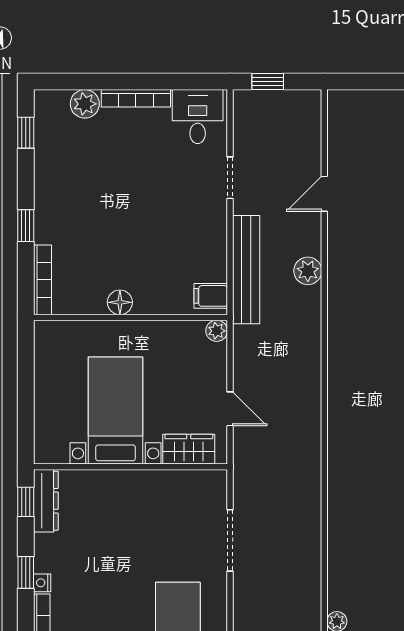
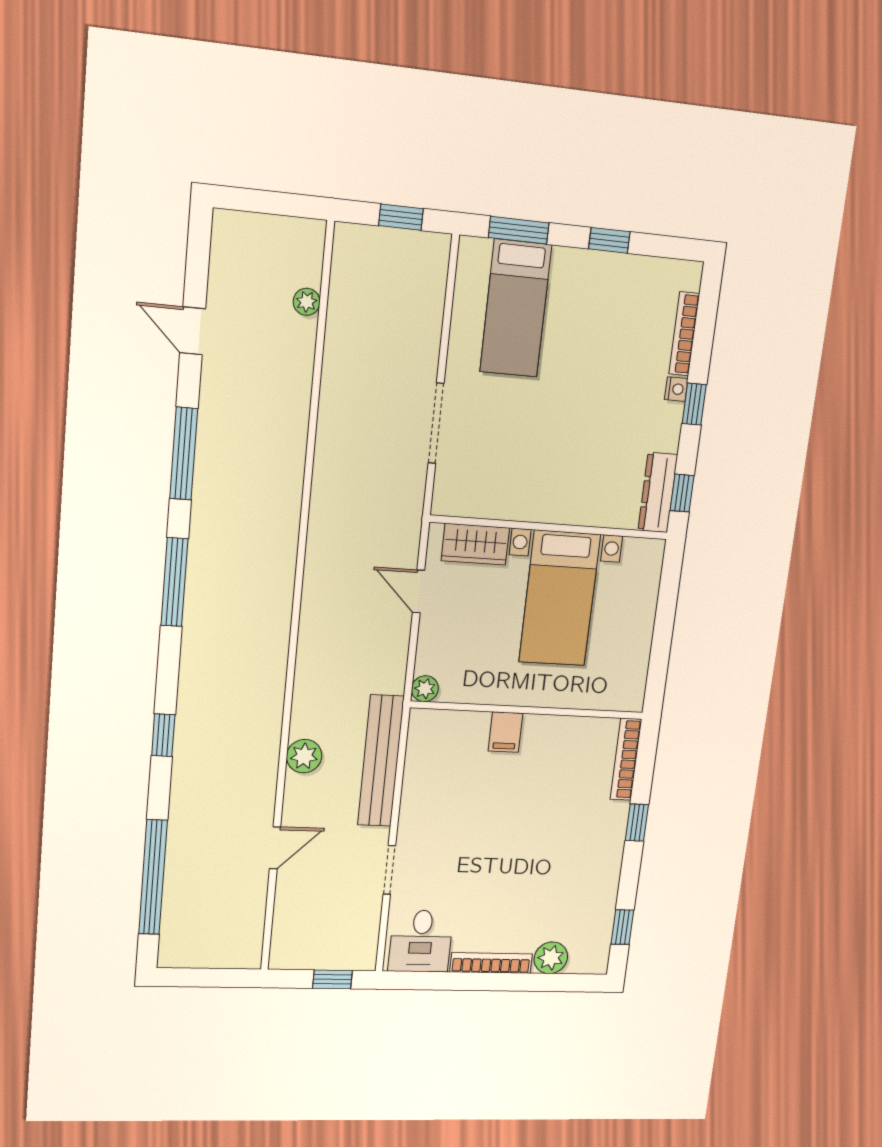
filing cabinet: (211, 296) -> (505, 732), moved, turned 90
floor lamp: (120, 302) -> (538, 729), removed

